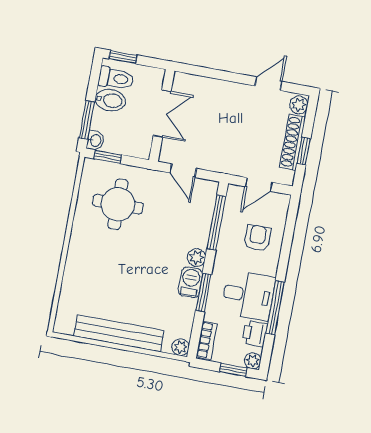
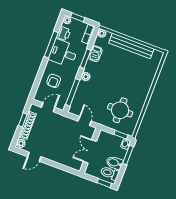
barbecue: (190, 282) -> (95, 54), moved

